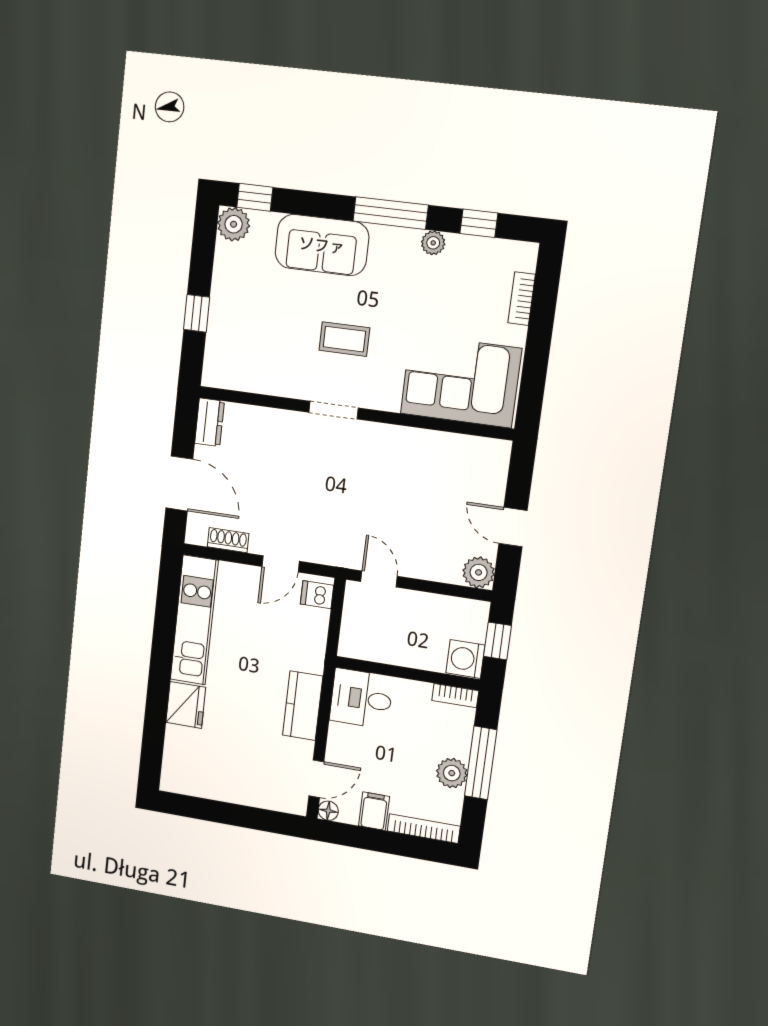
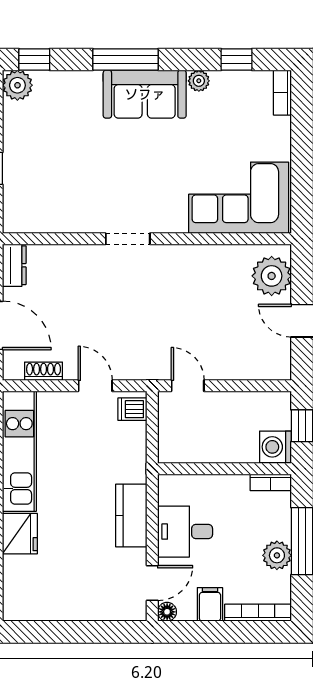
window: (391, 213) -> (126, 60), moved
sofa: (322, 245) -> (145, 94), moved
bookcase: (522, 299) -> (282, 93), moved
coffee table: (344, 339) -> (130, 174), removed
door: (281, 564) -> (95, 386), swing flipped
plant: (479, 572) -> (272, 276), moved, width x1.36, depth x1.36
desk: (361, 699) -> (185, 532), moved

